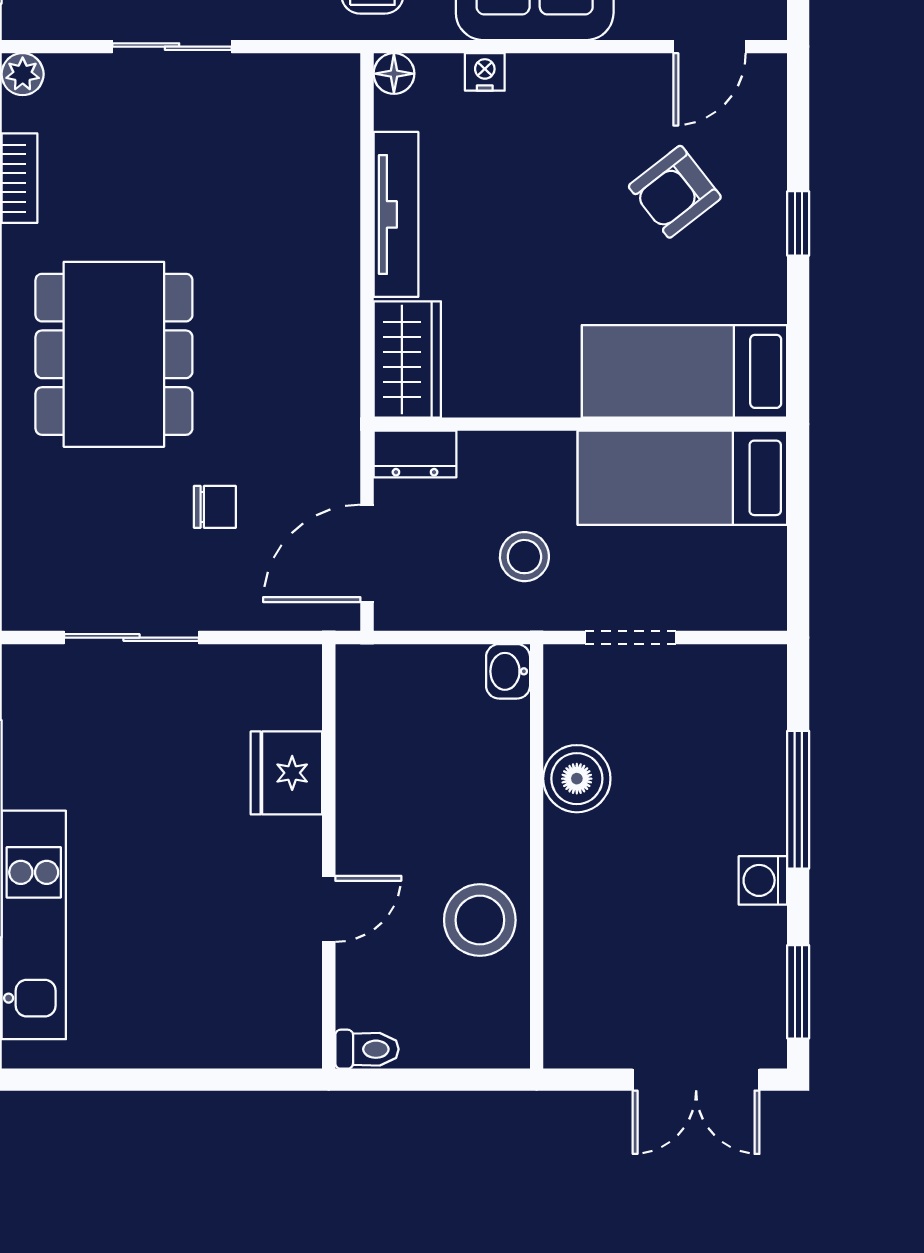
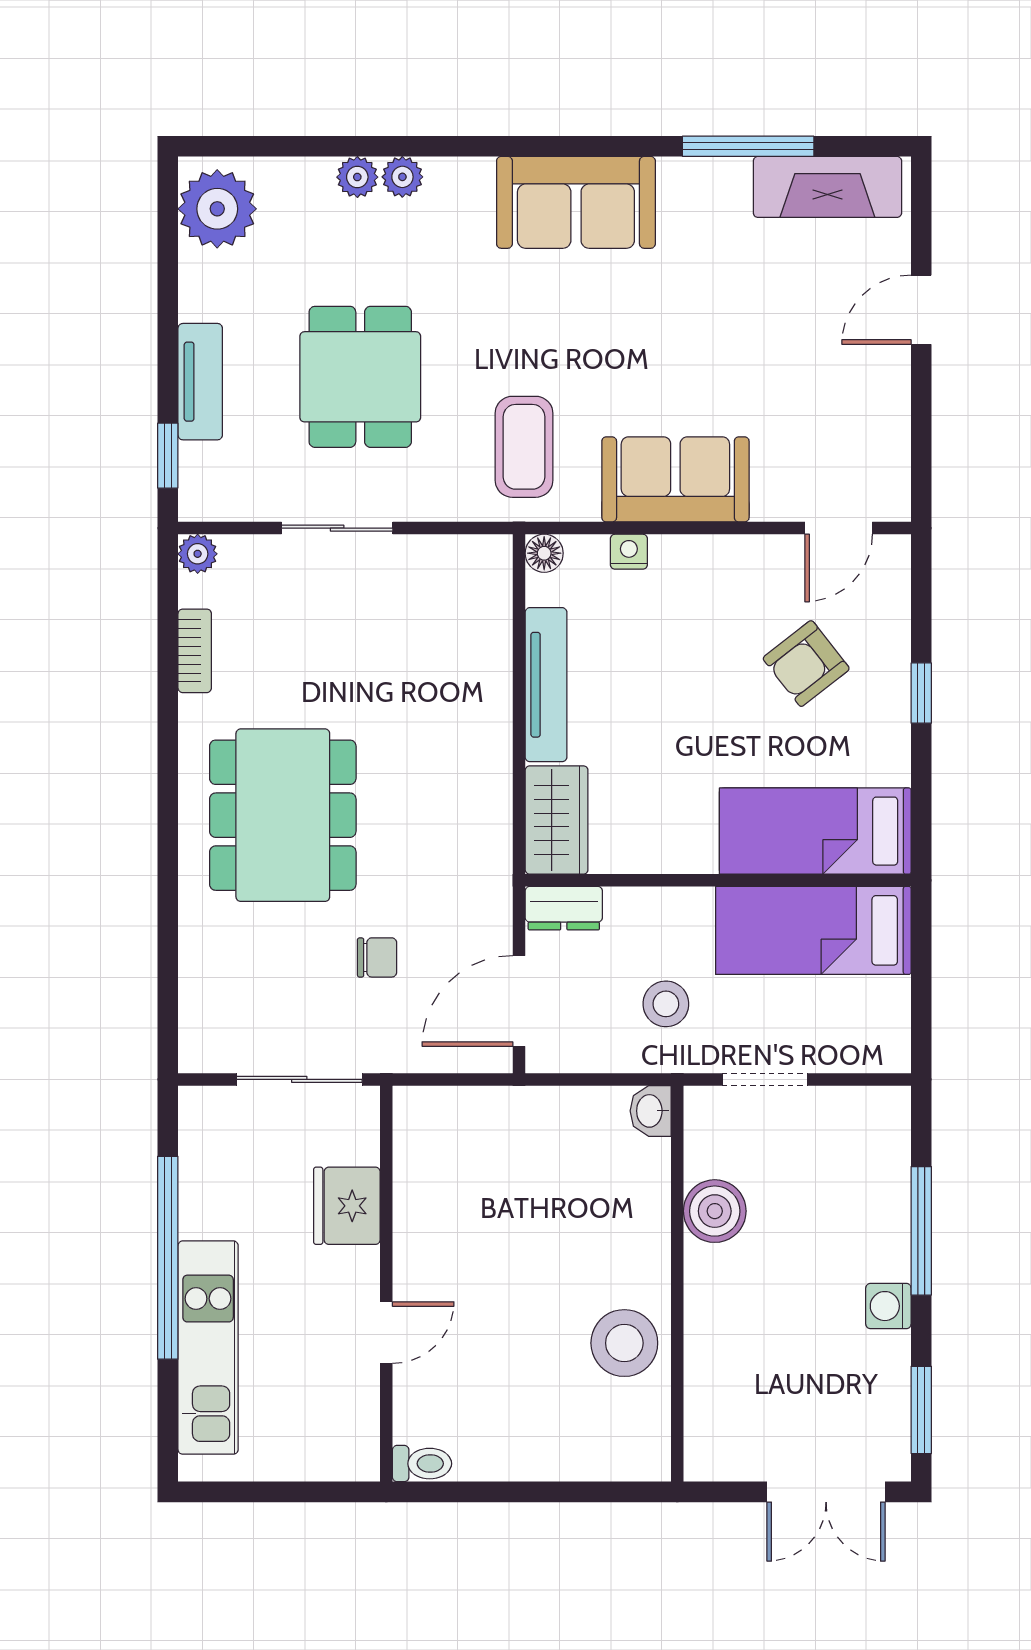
fridge: (286, 773) -> (347, 1206), moved
wall: (329, 856) -> (386, 1284), moved
door: (329, 909) -> (386, 1333), moved
toilet: (367, 1049) -> (422, 1464), moved

